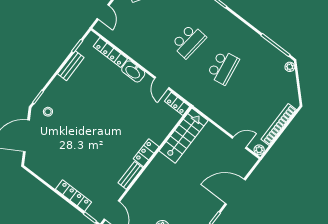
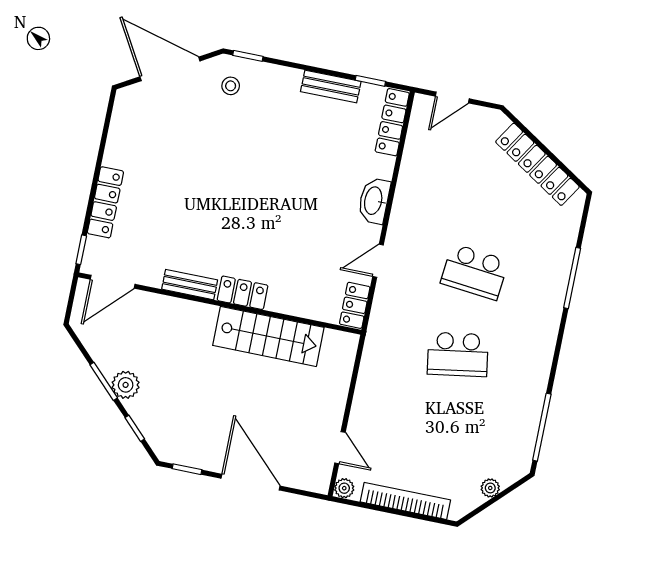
locker: (110, 53) -> (392, 122), moved
plant: (290, 67) -> (490, 488), moved
stairs: (184, 136) -> (268, 336), moved

